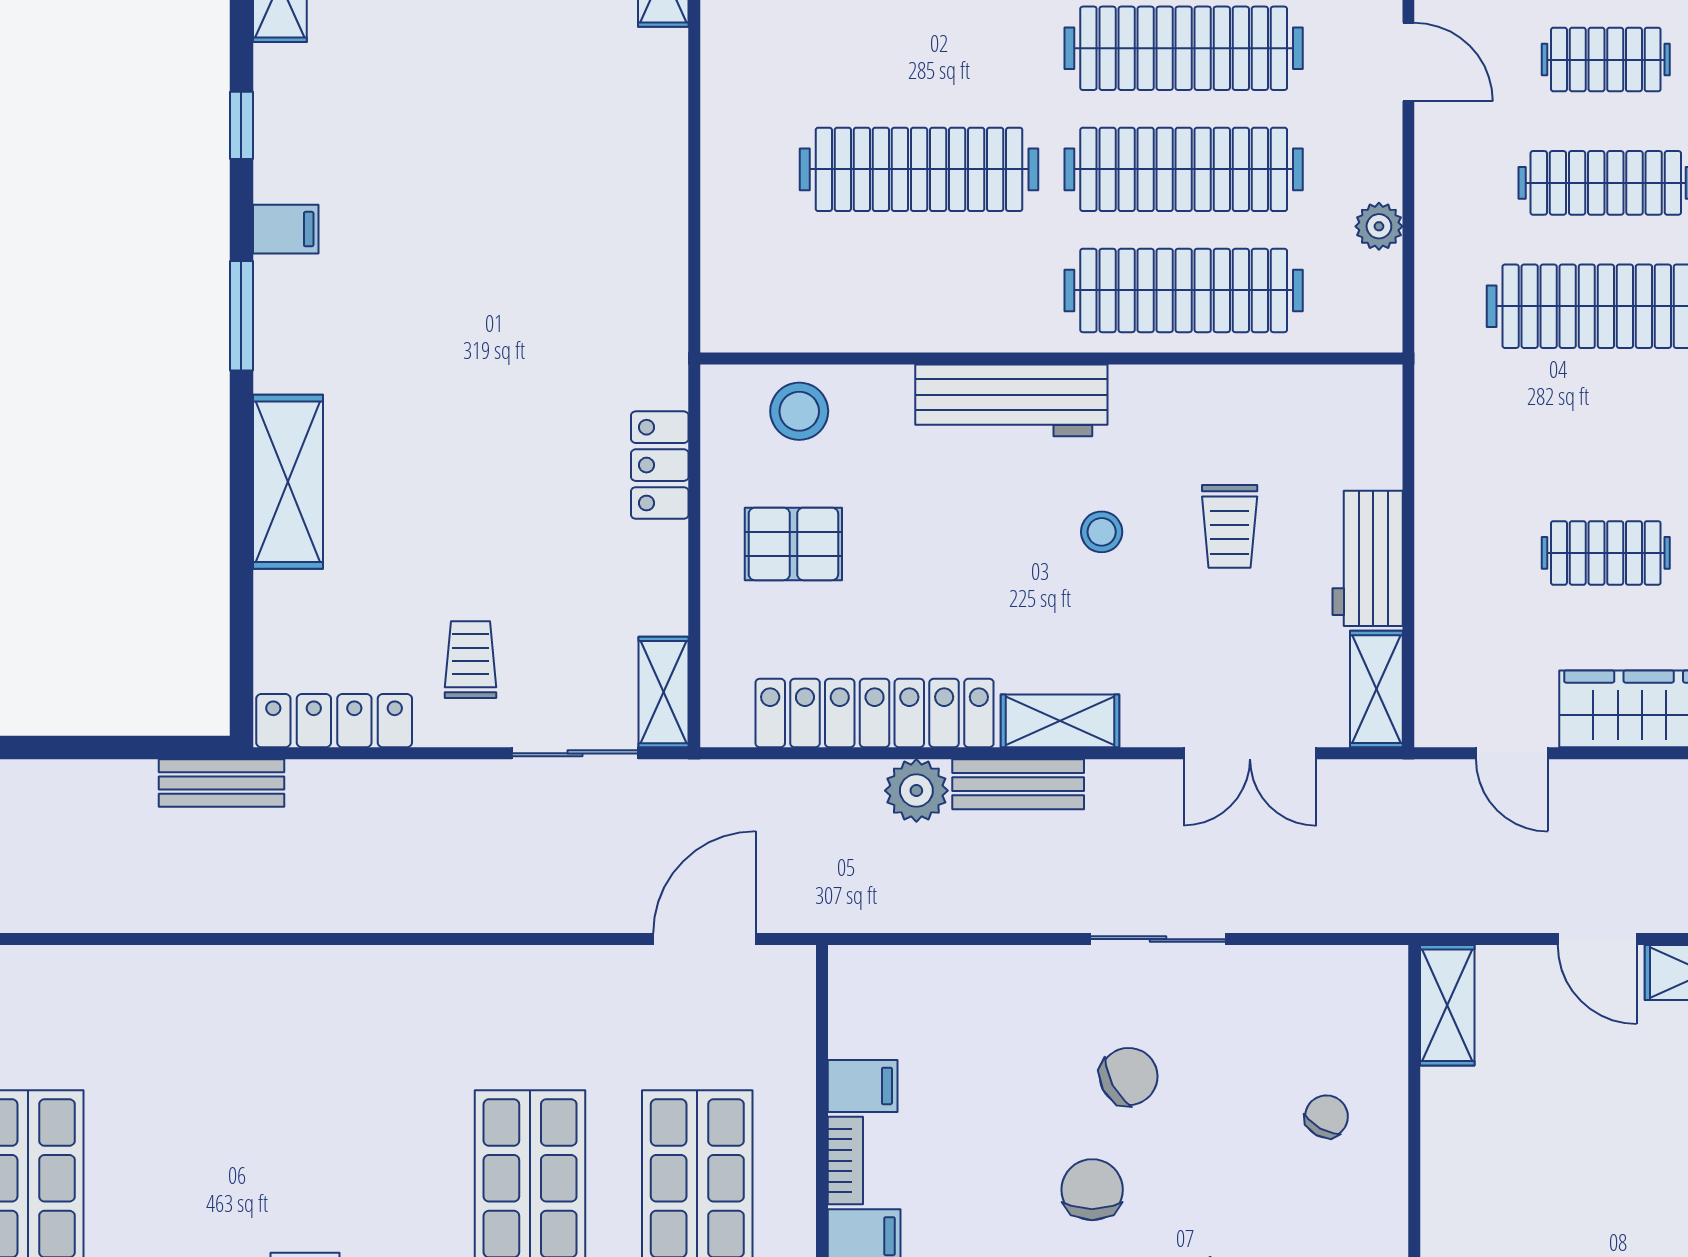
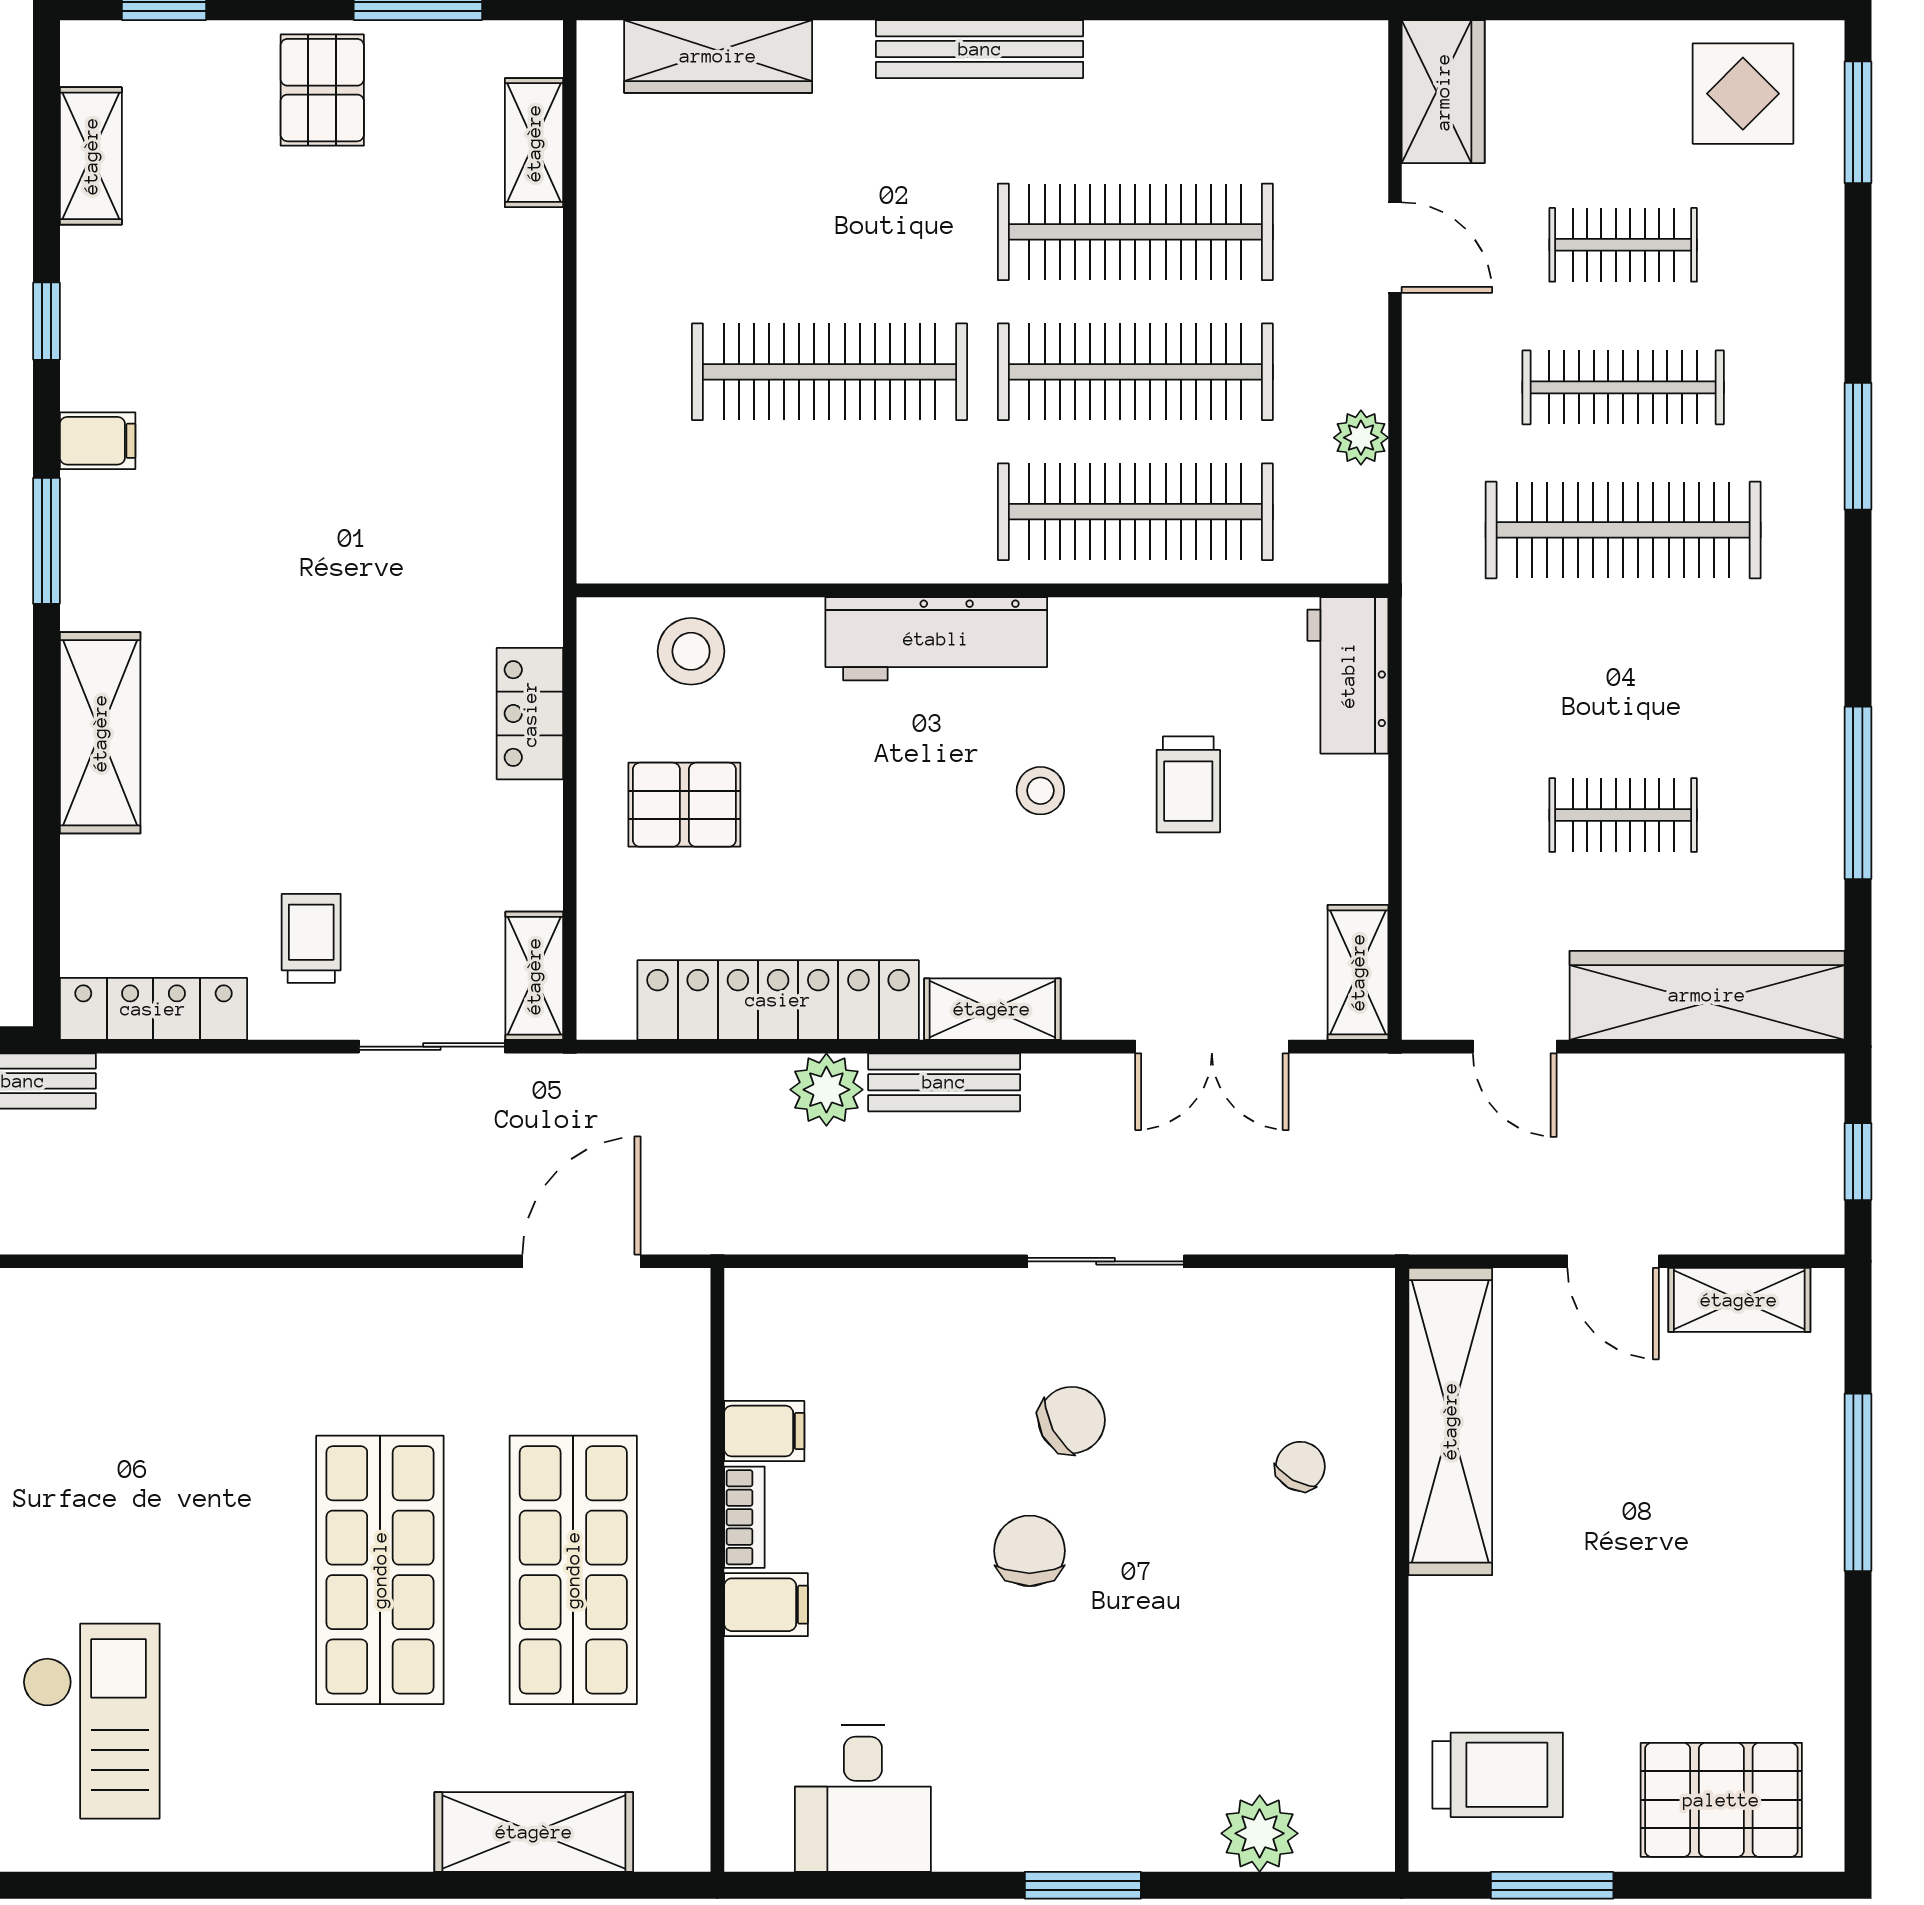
workbench: (1368, 558) -> (1348, 675), moved
shelving: (1447, 1005) -> (1450, 1421), width x2.20, depth x1.33

